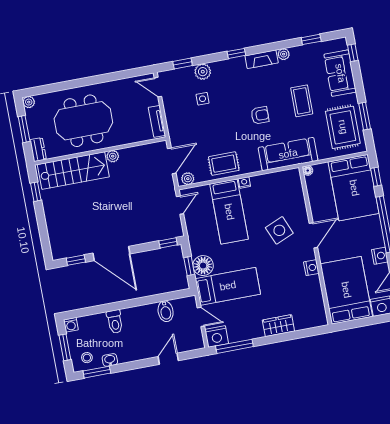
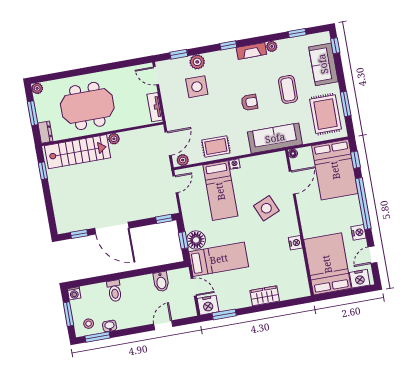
side table: (203, 99) -> (197, 87), width x1.87, depth x1.87
door: (313, 235) -> (292, 182), moved
window: (234, 346) -> (224, 314), width x0.69

